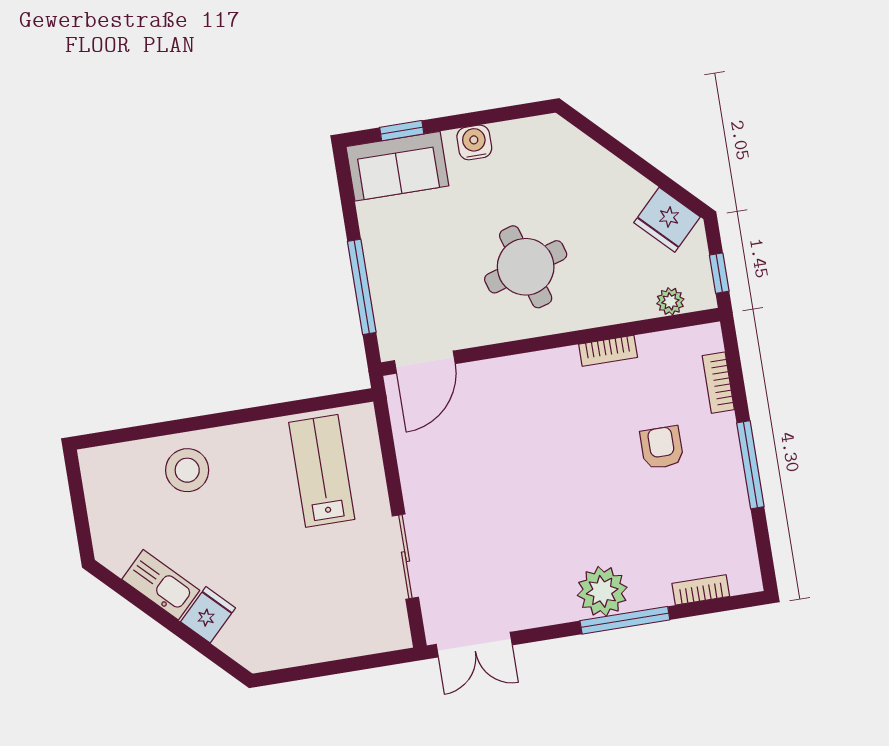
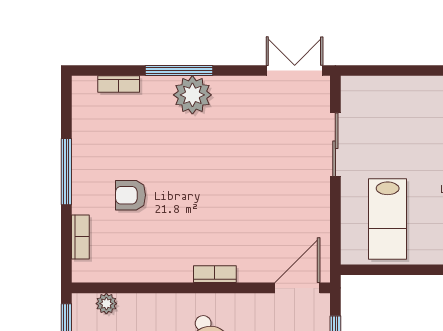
bookcase: (608, 351) -> (215, 274), moved
armchair: (662, 448) -> (131, 195), turned 90

